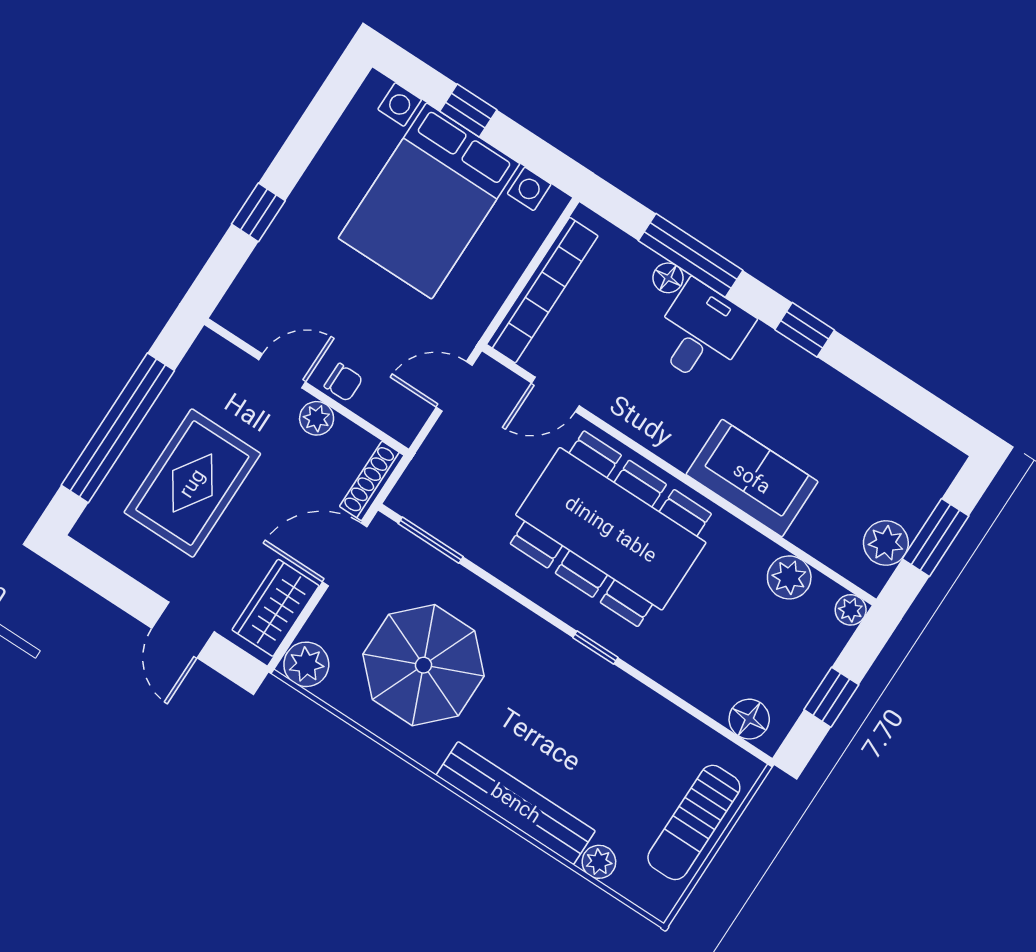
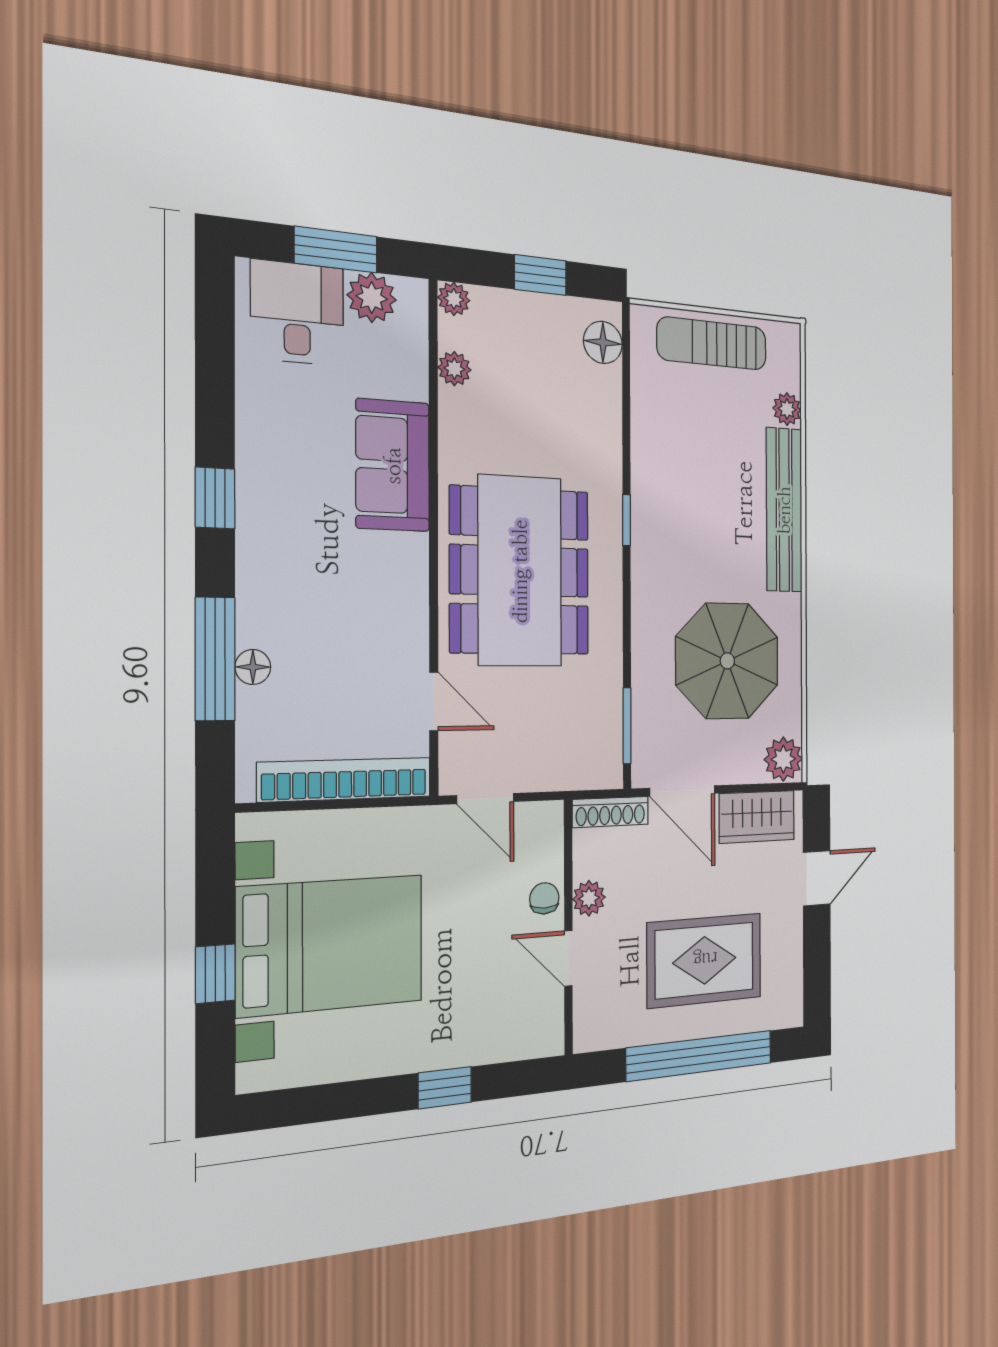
desk: (701, 333) -> (297, 313), moved, turned 90
plant: (789, 577) -> (454, 369), width x0.73, depth x0.73
sun lounger: (694, 822) -> (712, 344), turned 180

